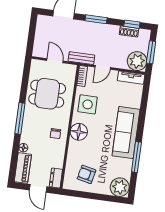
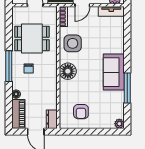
sofa: (126, 133) -> (114, 72), width x0.73
chair: (55, 134) -> (29, 68), moved
armchair: (86, 174) -> (81, 112), turned -102
plant: (120, 187) -> (119, 124), width x0.53, depth x0.53

